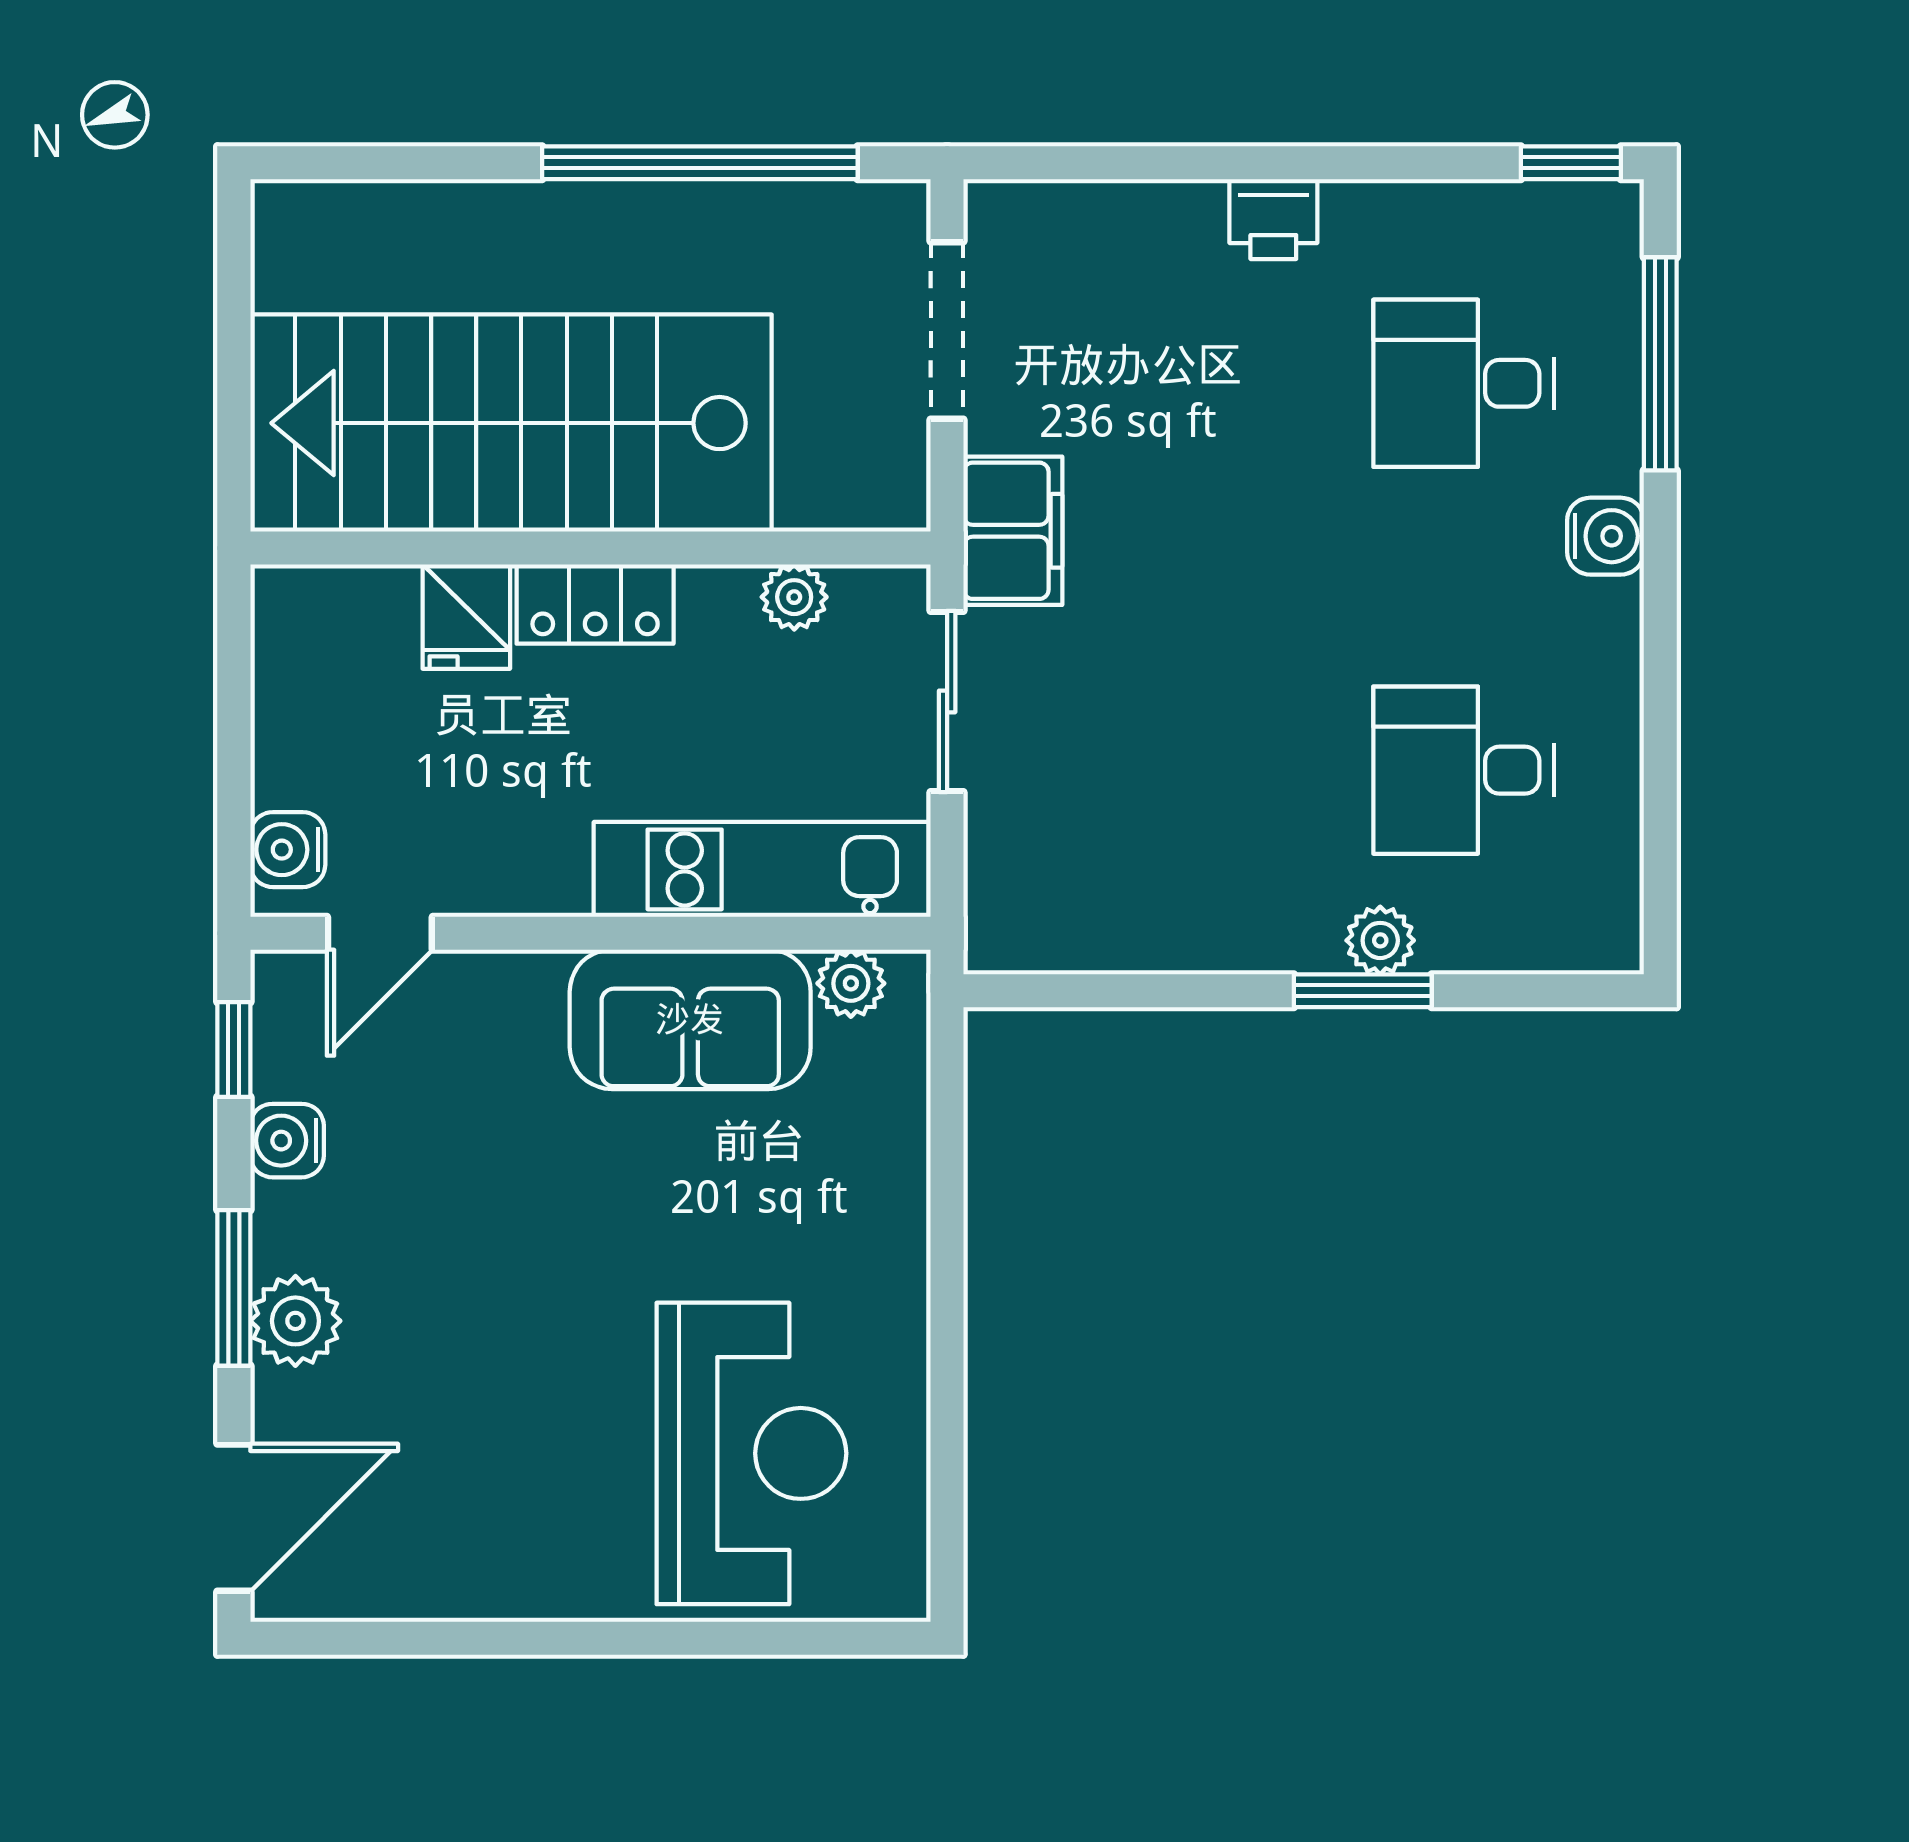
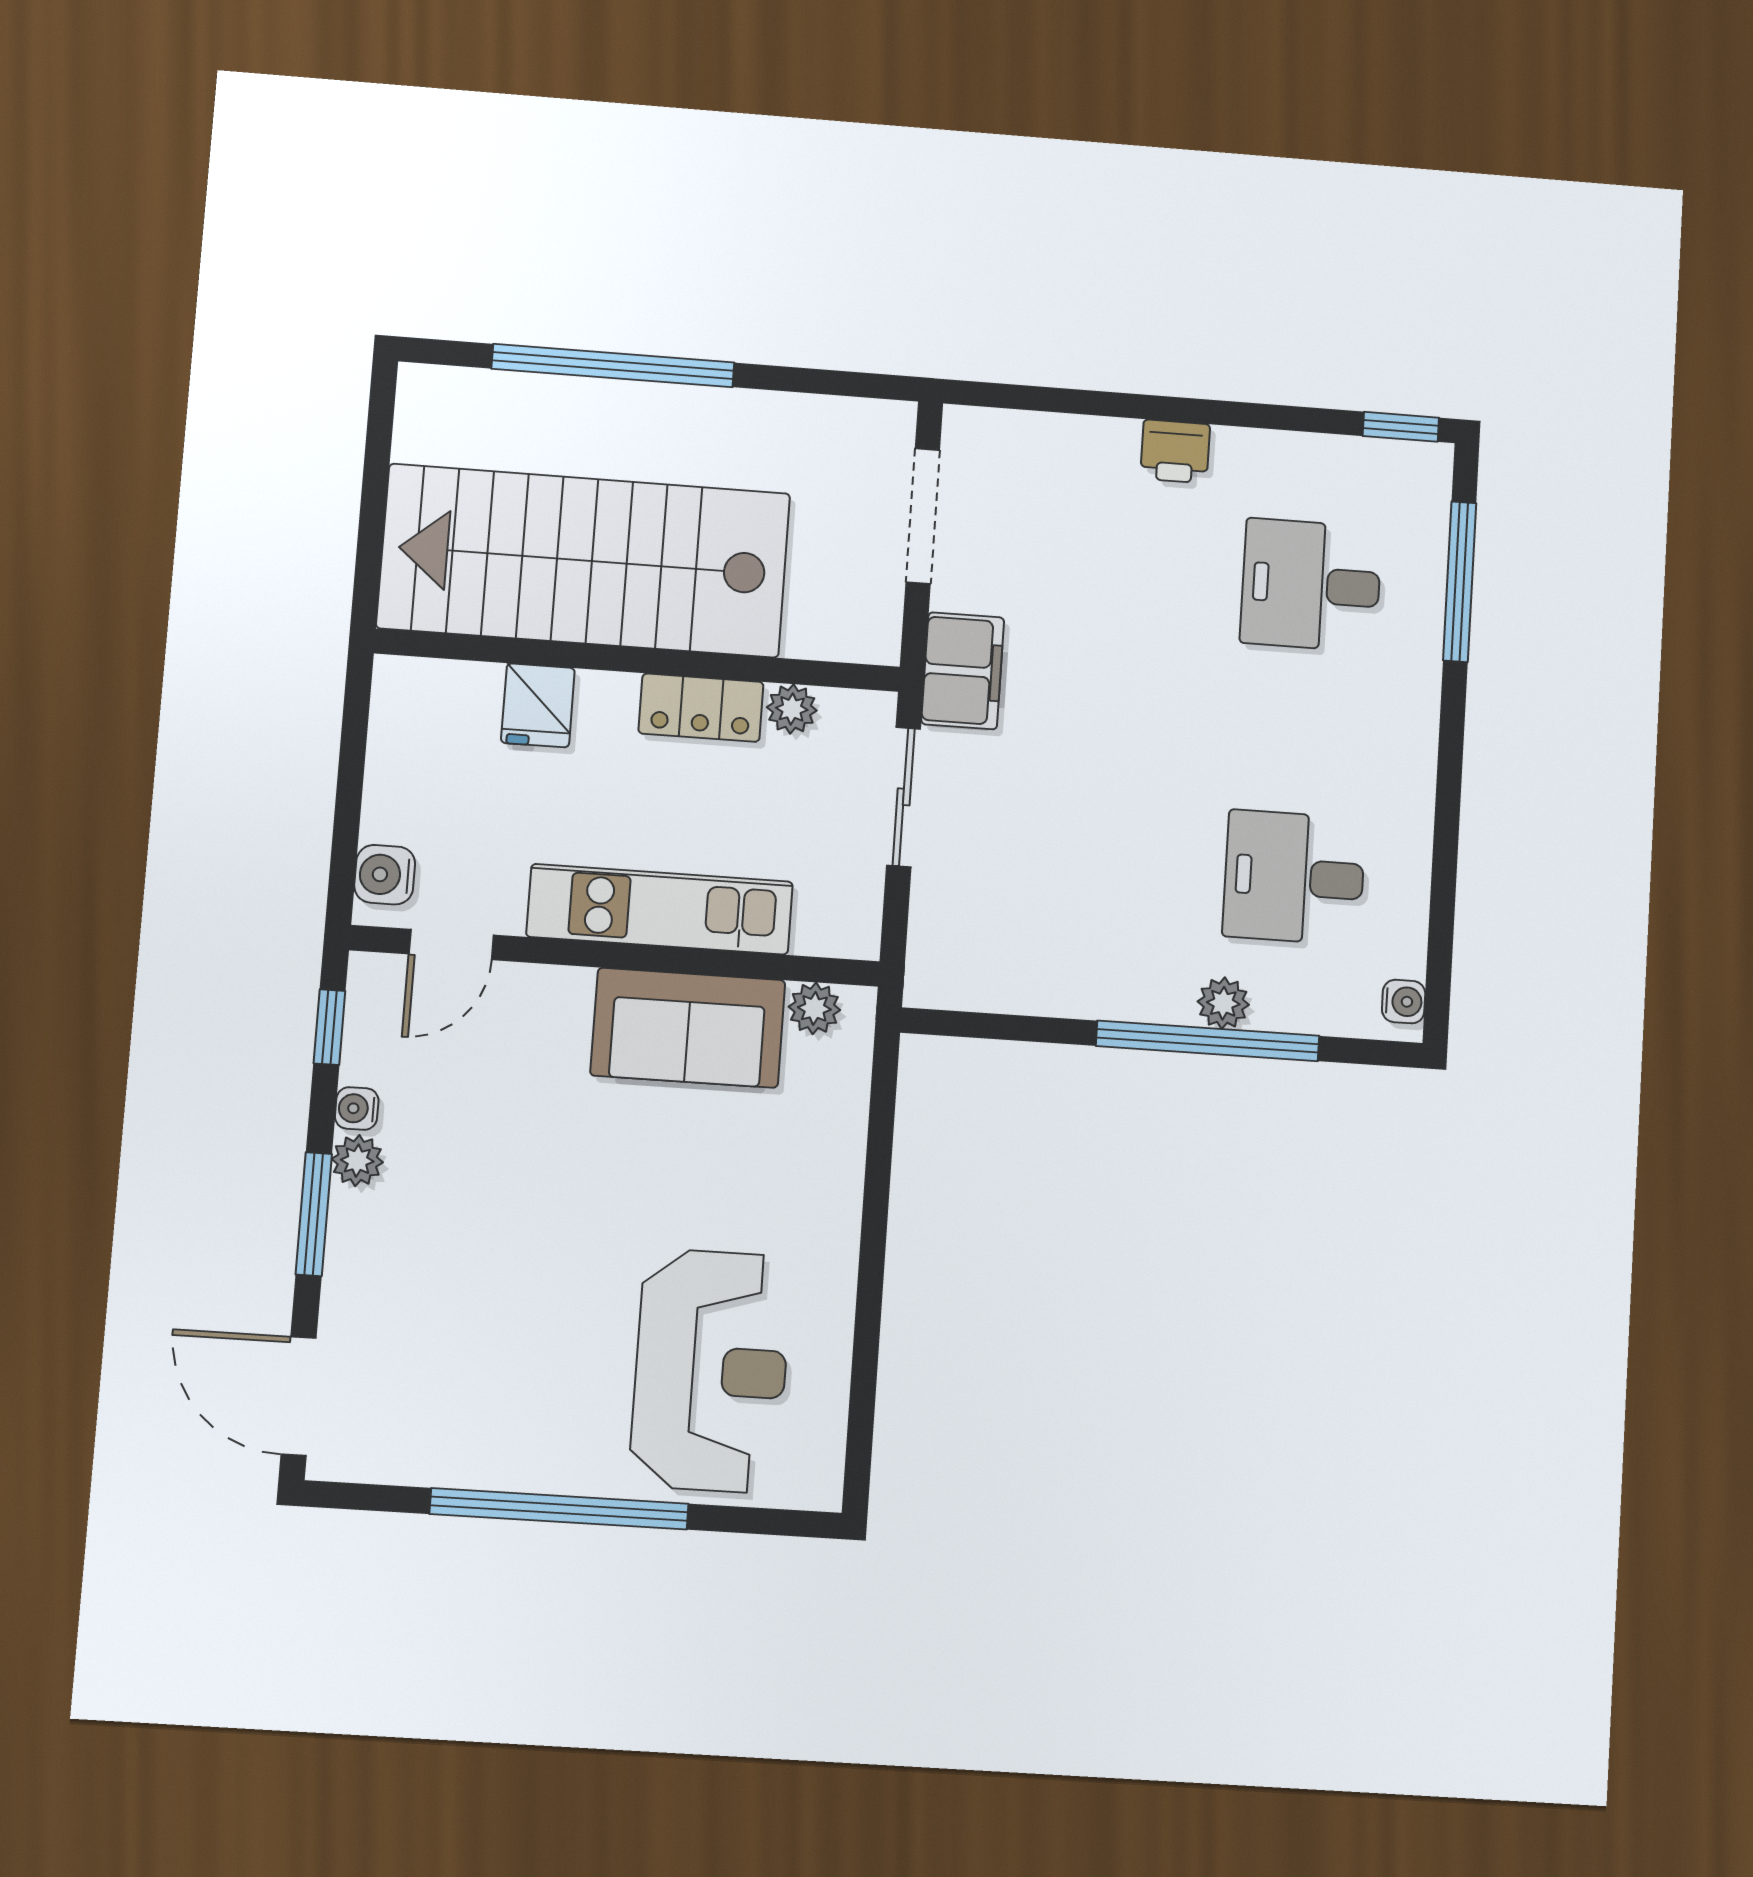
window: (700, 163) -> (613, 366), moved
water cooler: (1605, 536) -> (1404, 1002), moved, width x0.72, depth x0.72
locker: (595, 604) -> (701, 708), moved
kitchen unit: (762, 869) -> (660, 909), moved
window: (1363, 991) -> (1208, 1041), width x2.11
water cooler: (287, 1141) -> (357, 1108), width x0.72, depth x0.72
plant: (295, 1321) -> (357, 1161), moved, width x0.73, depth x0.73
door: (234, 1518) -> (299, 1396), swing flipped
window: (573, 1638) -> (559, 1509), added

